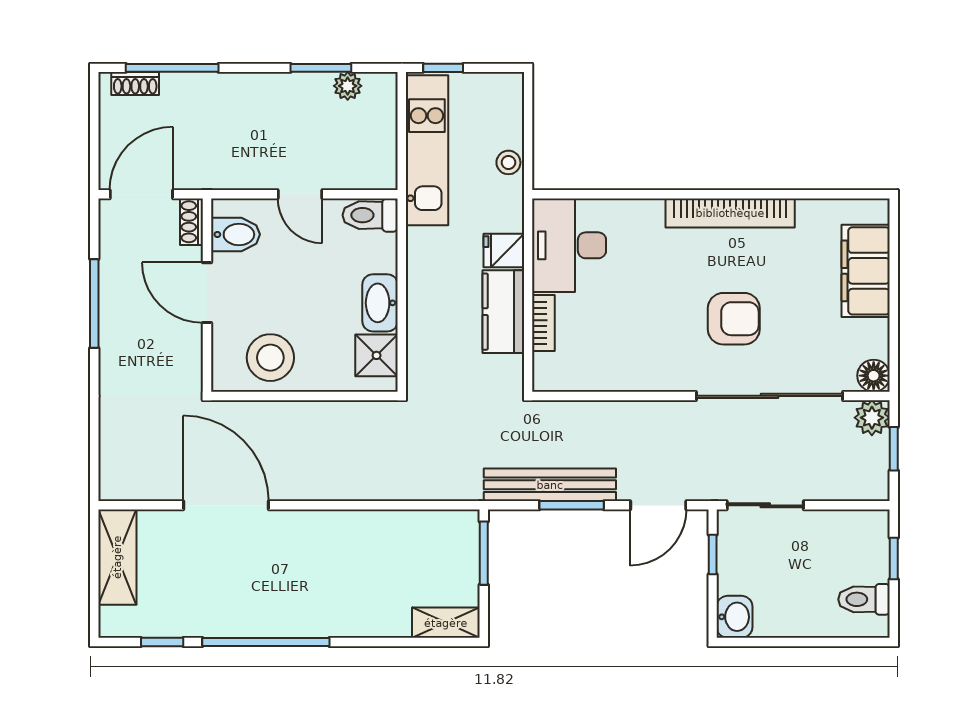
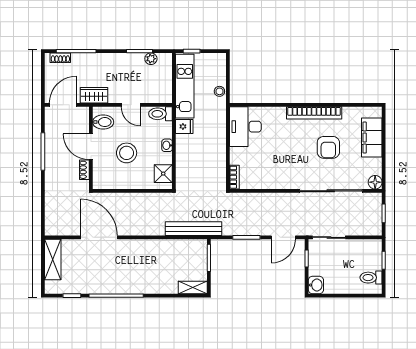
wardrobe: (214, 172) -> (94, 95), added
shoe rack: (192, 222) -> (84, 170), moved
fridge: (504, 250) -> (184, 126), moved, turned 180
washbasin: (380, 303) -> (167, 145), width x0.52, depth x0.69
kitchen counter: (503, 312) -> (217, 155), removed
armchair: (734, 319) -> (328, 147), moved, turned 90
bookcase: (543, 323) -> (234, 177), moved
stool: (270, 358) -> (127, 153), moved
plant: (872, 418) -> (374, 200), removed
bench: (550, 485) -> (194, 229), moved

